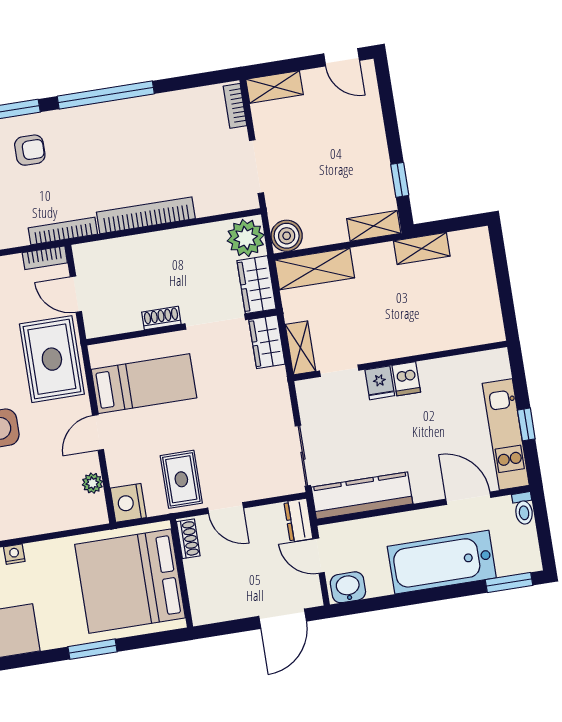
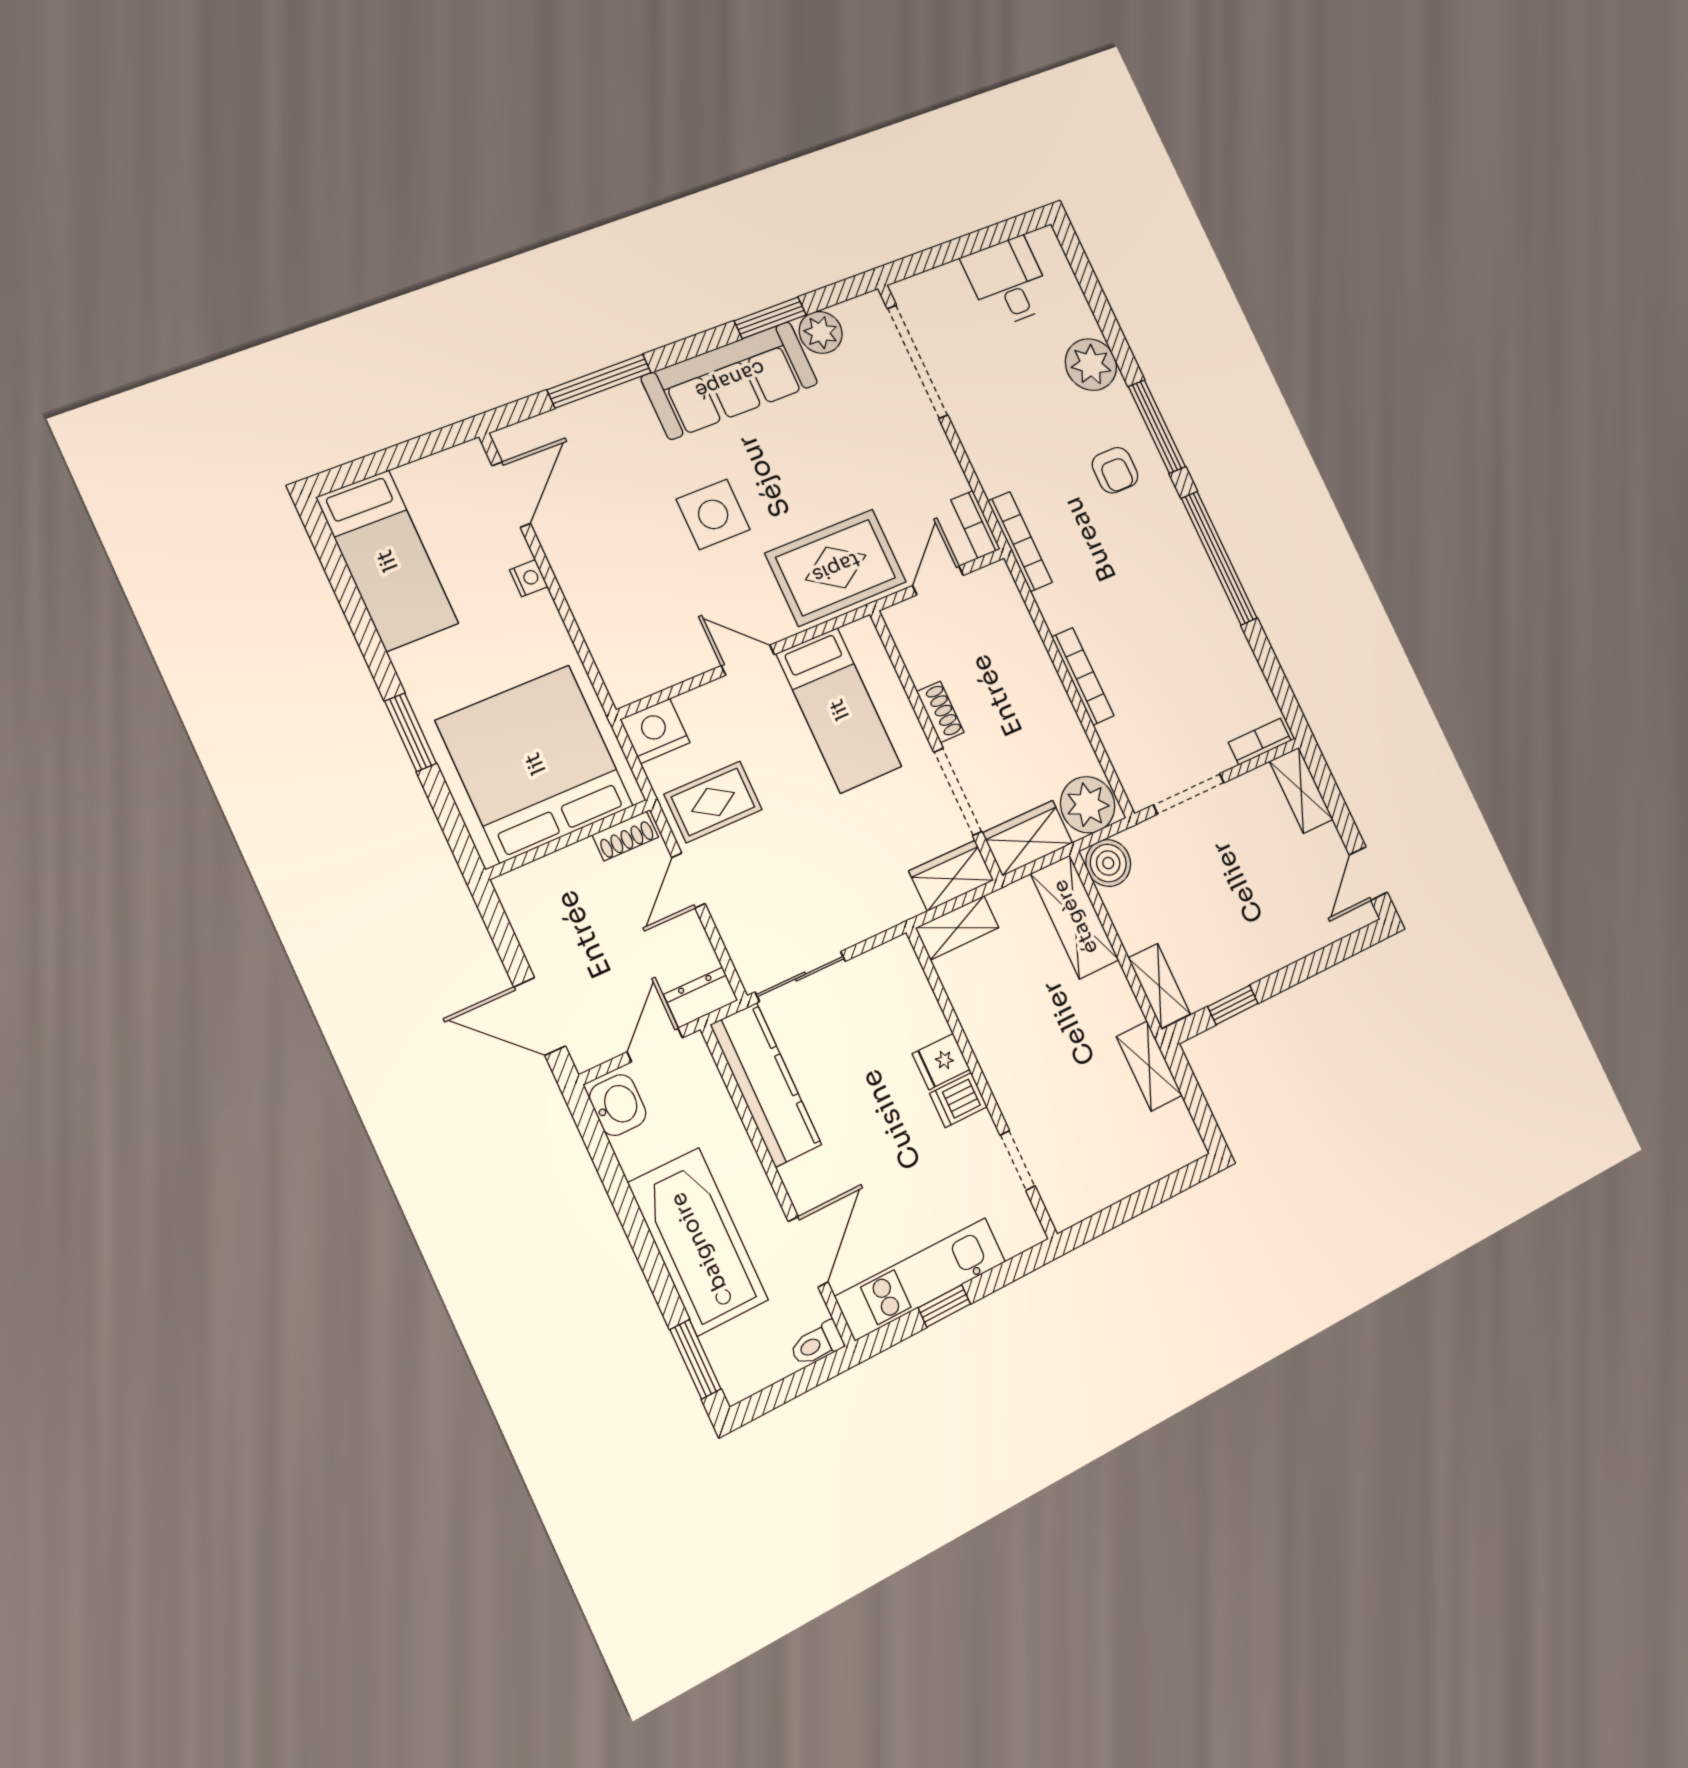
bookcase: (146, 215) -> (1083, 676), width x0.68, depth x0.76
doorway: (339, 371) -> (1018, 1161), moved
plant: (92, 483) -> (670, 670), removed

